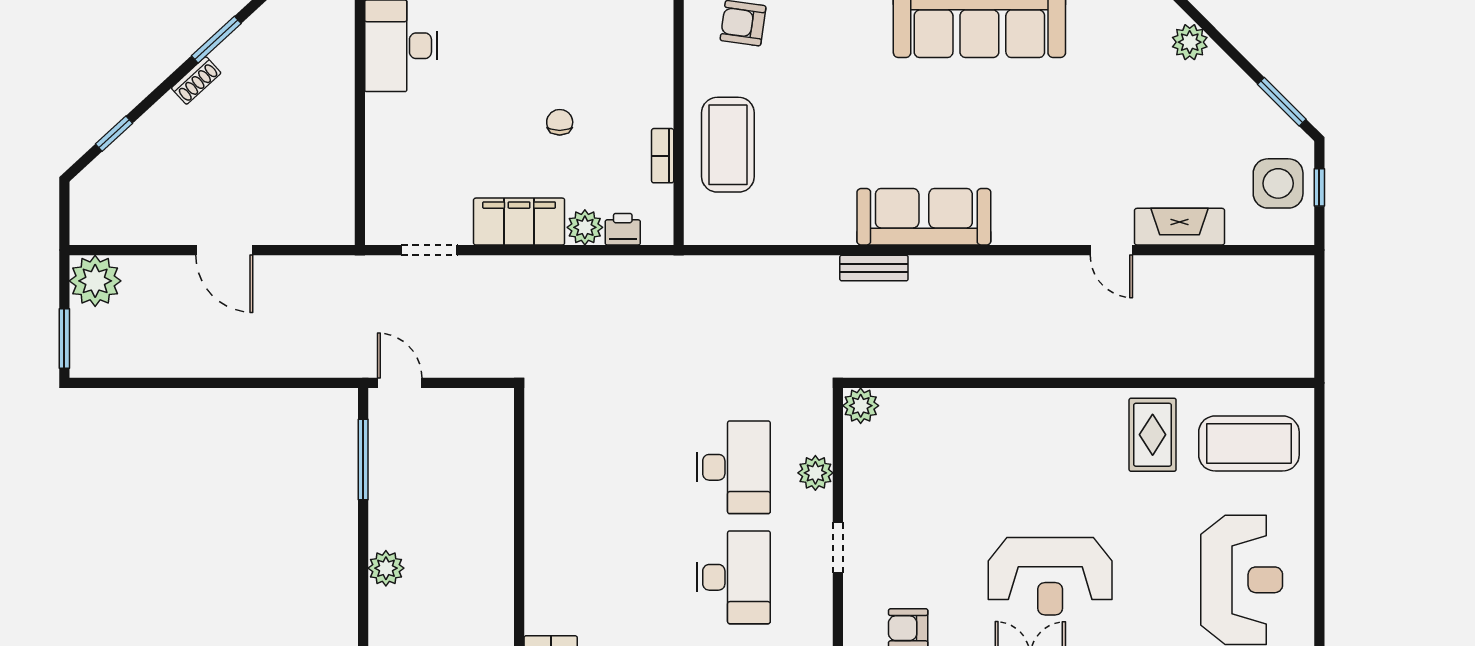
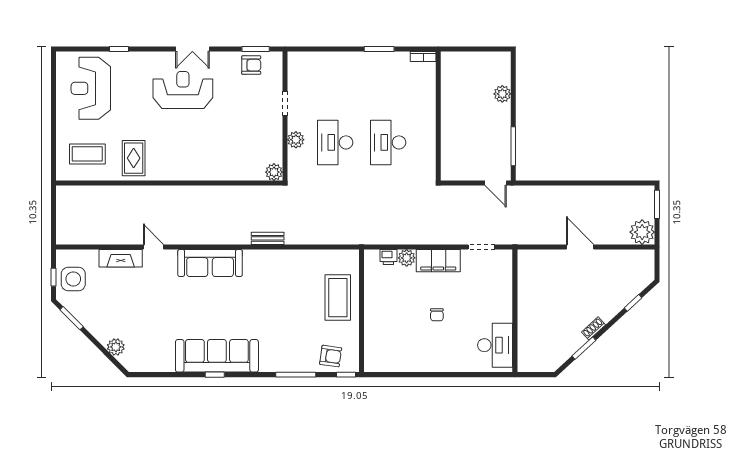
chair: (560, 122) -> (437, 315), moved
bookcase: (663, 156) -> (369, 292), removed
sofa: (924, 217) -> (210, 263), moved
coffee table: (1249, 443) -> (87, 154), width x0.73, depth x0.76
desk: (734, 577) -> (388, 142), moved

